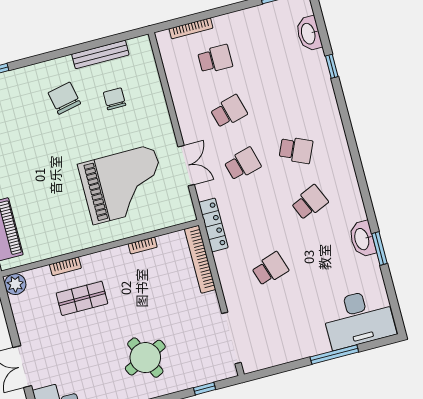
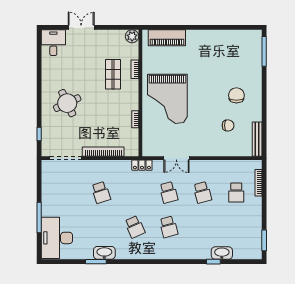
washbasin: (309, 34) -> (222, 253), moved
bench: (100, 54) -> (257, 139), moved
chair: (64, 98) -> (236, 95), turned -78
school desk: (296, 150) -> (169, 227), turned -39
grand piano: (123, 185) -> (167, 99), moved
locker: (213, 225) -> (142, 165), width x0.66
bookcase: (200, 259) -> (103, 152), moved

